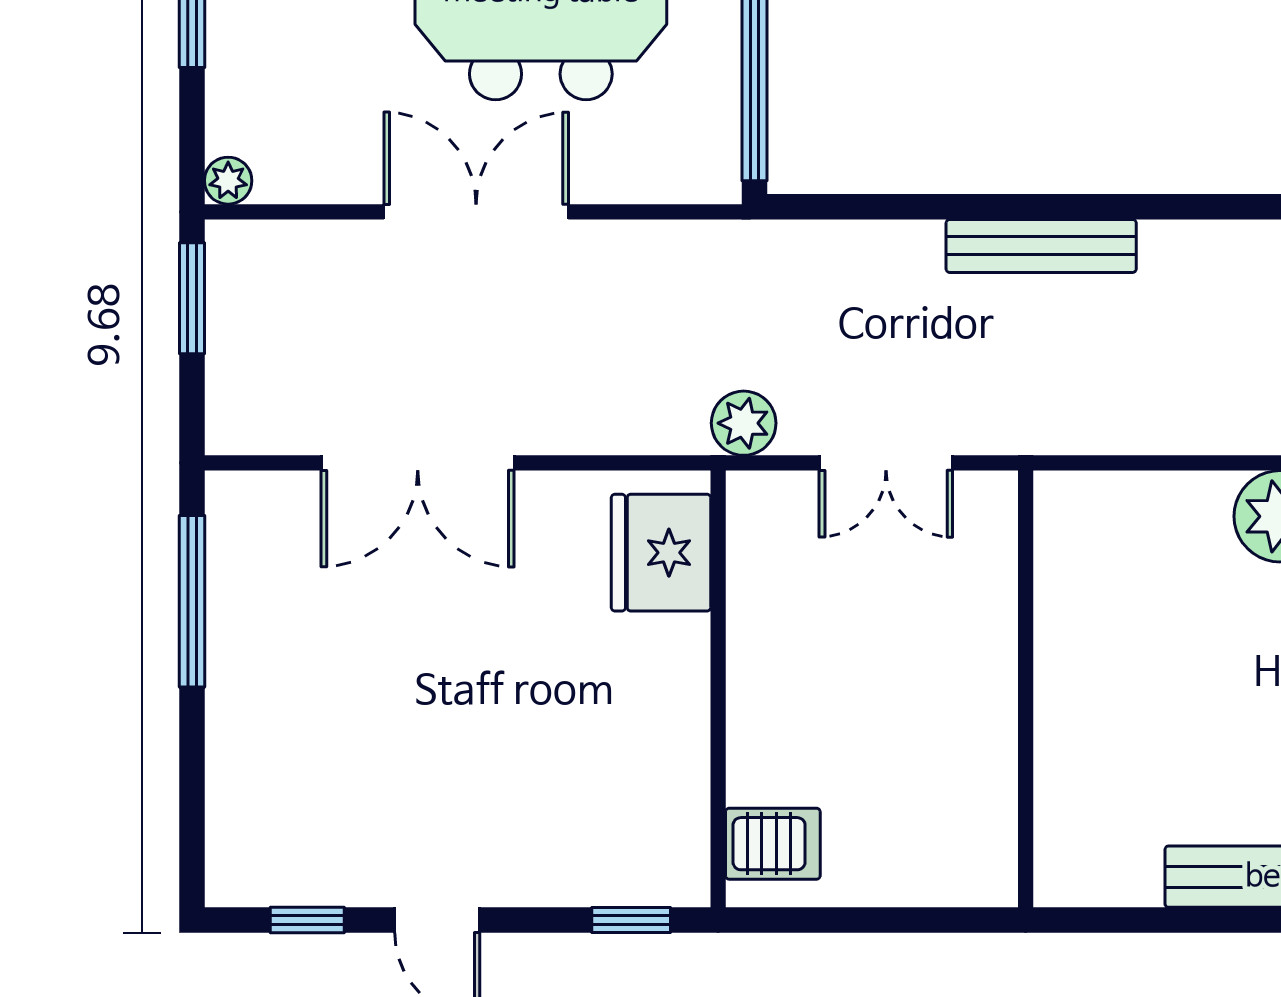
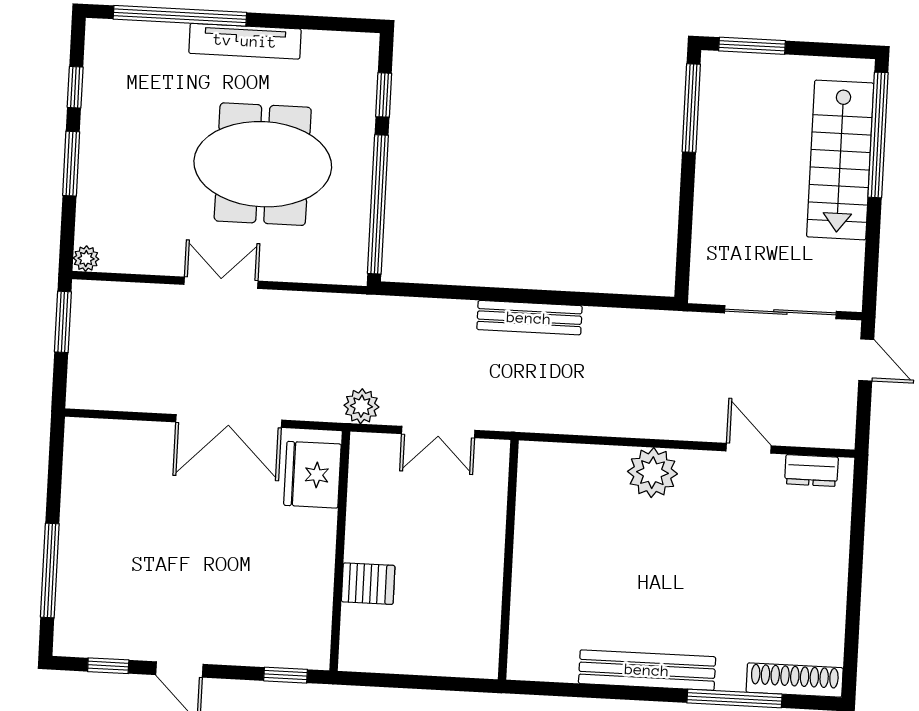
double door: (476, 212) -> (221, 283), width x0.73
double door: (418, 463) -> (229, 421), moved
window: (192, 601) -> (50, 570), moved
server rack: (773, 844) -> (368, 584), moved

